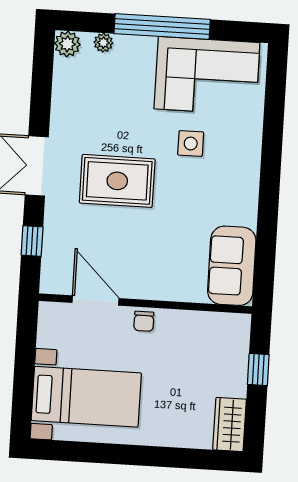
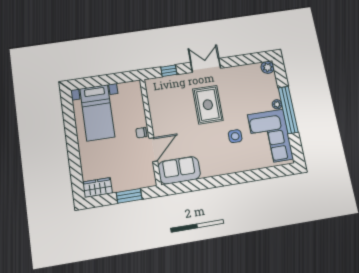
plant: (103, 43) -> (277, 104), moved
door: (95, 301) -> (153, 150), moved
window: (258, 370) -> (129, 196), width x1.50

